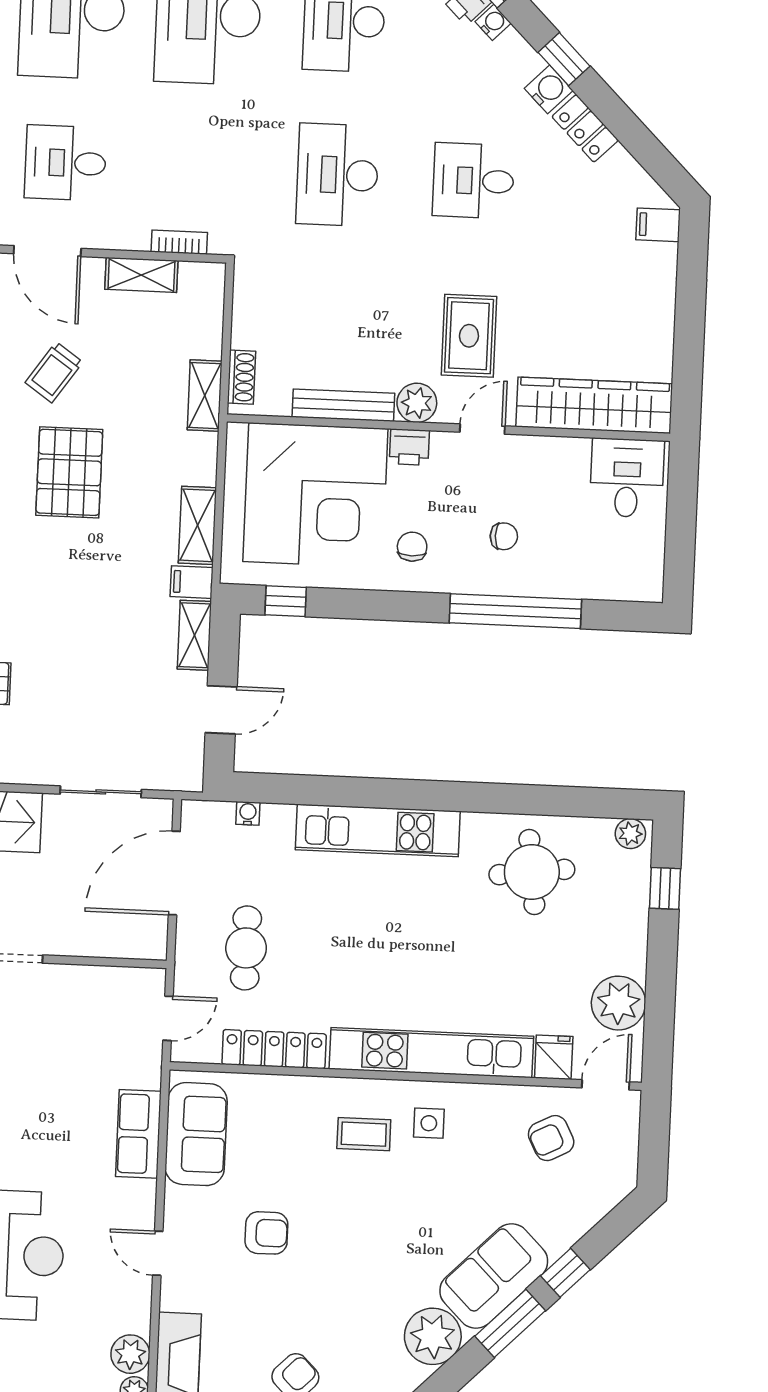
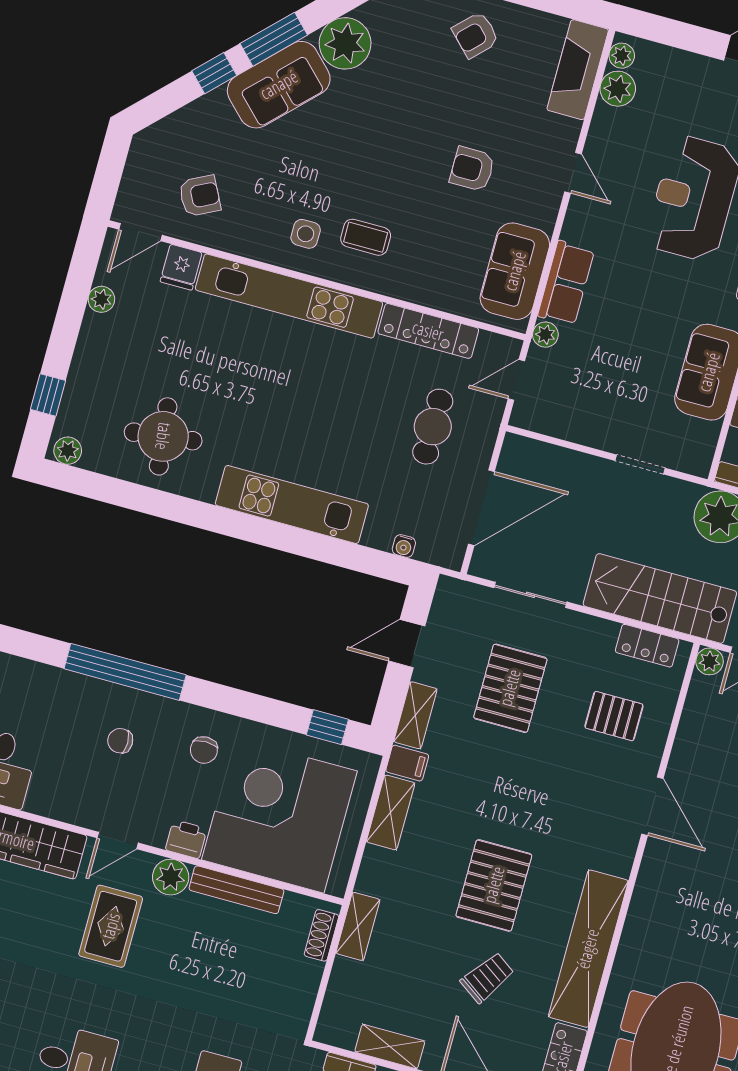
pallet: (100, 687) -> (510, 688), added
plant: (618, 1003) -> (101, 299), width x0.53, depth x0.53
plant: (148, 1074) -> (545, 335), added

